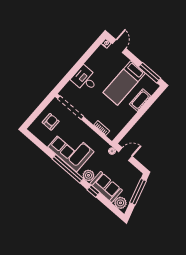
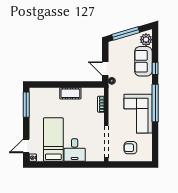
bed: (124, 83) -> (53, 140), moved, turned -90
cot: (140, 100) -> (70, 93), moved
plant: (88, 175) -> (146, 83), removed

